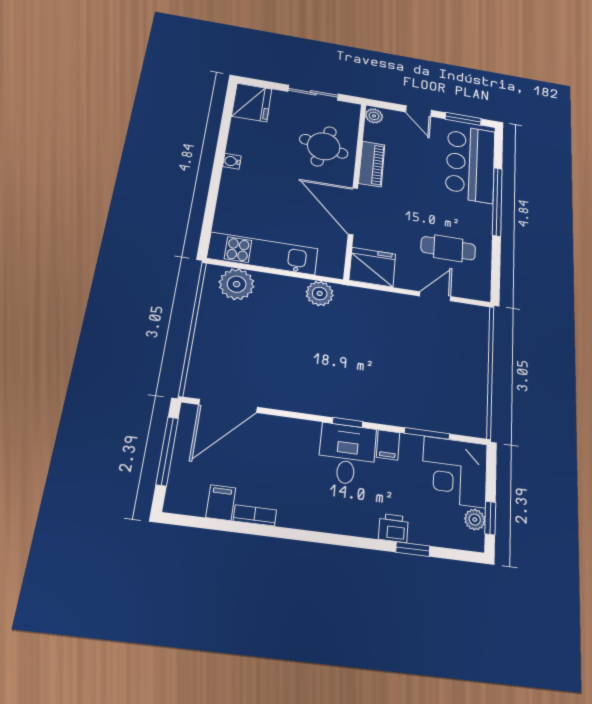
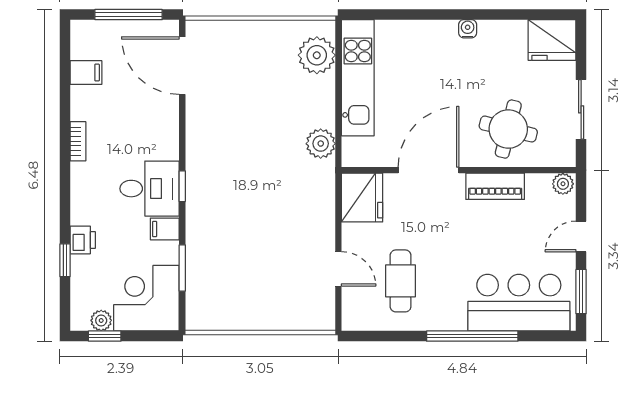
bookcase: (255, 515) -> (78, 141), moved

